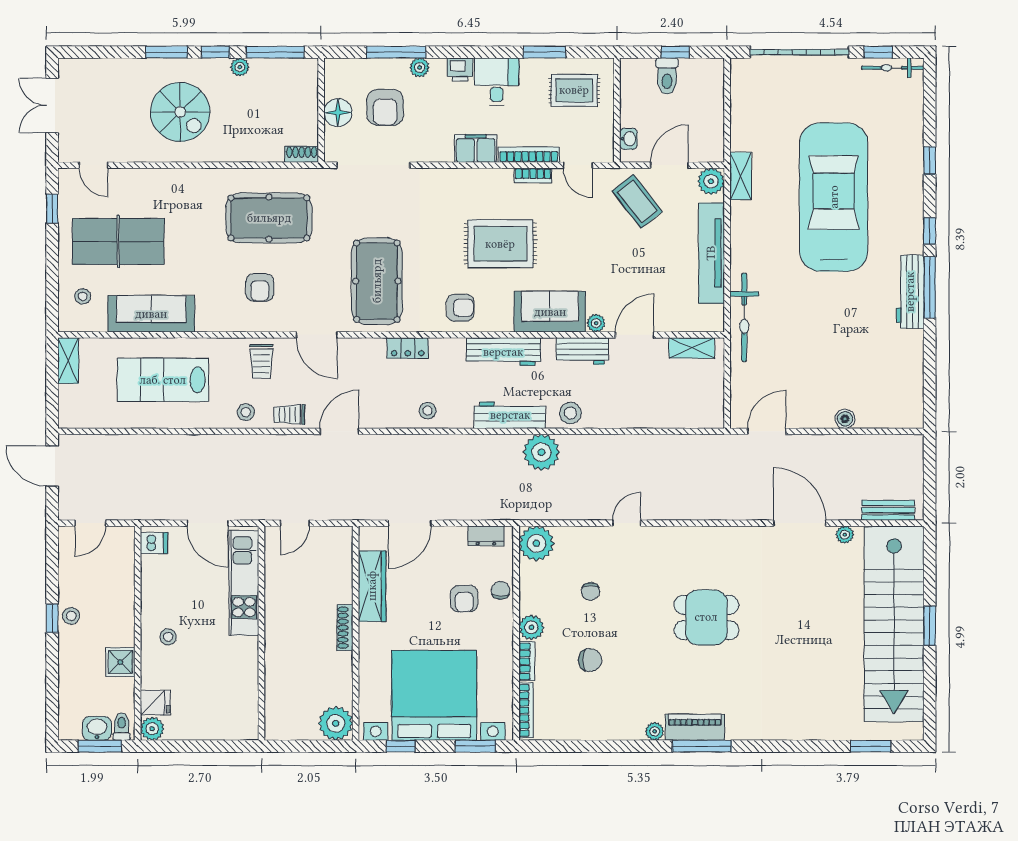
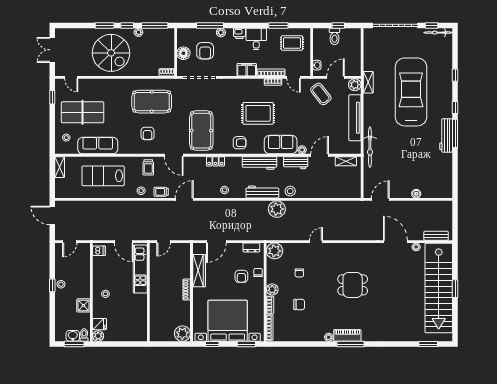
spiral stairs: (180, 112) -> (111, 53), width x1.37, depth x1.37

